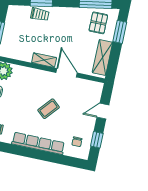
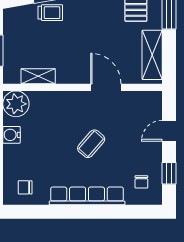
shelving: (44, 60) -> (38, 76), moved

